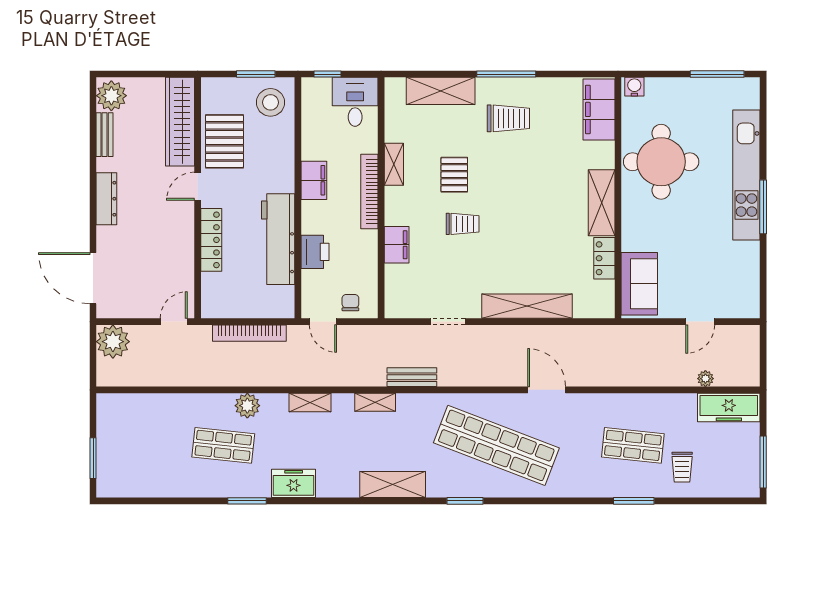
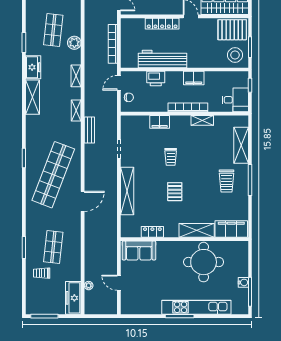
water cooler: (634, 87) -> (243, 282), moved
pallet: (224, 141) -> (232, 30), moved
pallet: (454, 175) -> (175, 192), moved, turned 90
shelving: (602, 203) -> (197, 230), moved
shelving: (393, 485) -> (32, 97), moved

